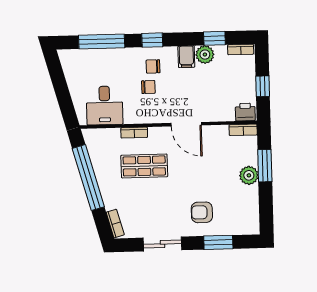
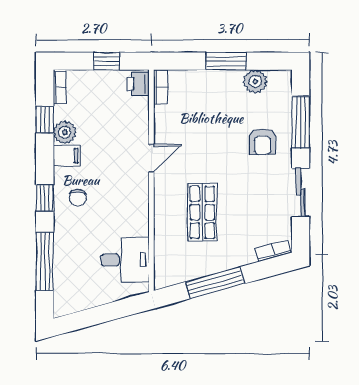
chair: (148, 87) -> (104, 204), removed
door: (186, 124) -> (151, 158), width x0.73
bookcase: (134, 133) -> (160, 224), removed
window: (265, 166) -> (226, 61), moved
plant: (249, 175) -> (255, 81), moved
window: (88, 178) -> (215, 283), width x0.68
window: (218, 242) -> (301, 122), width x1.44

